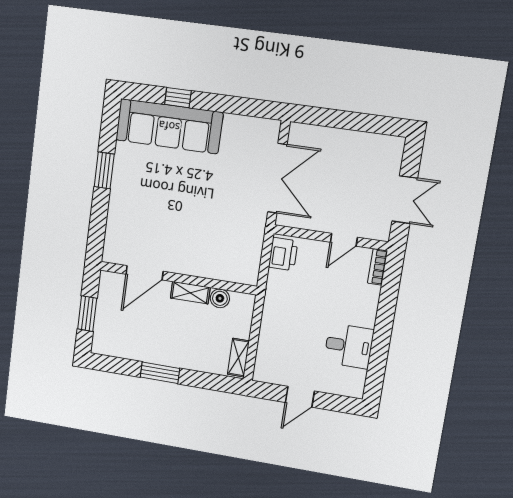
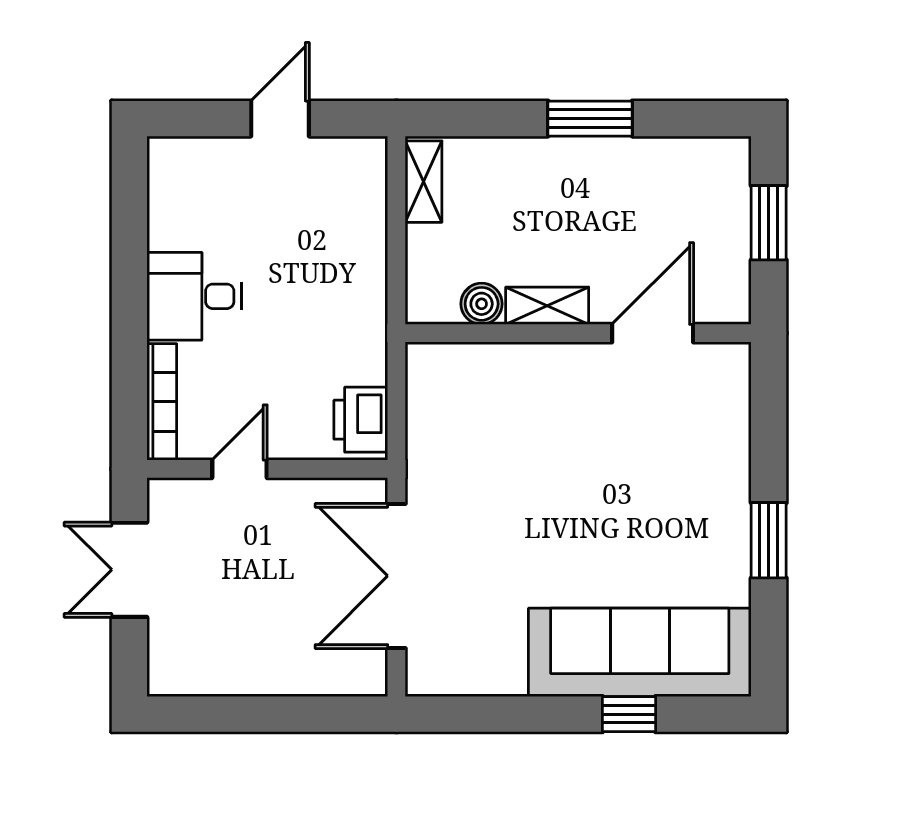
bookcase: (377, 267) -> (162, 402), width x1.56
desk: (349, 346) -> (194, 296), moved

